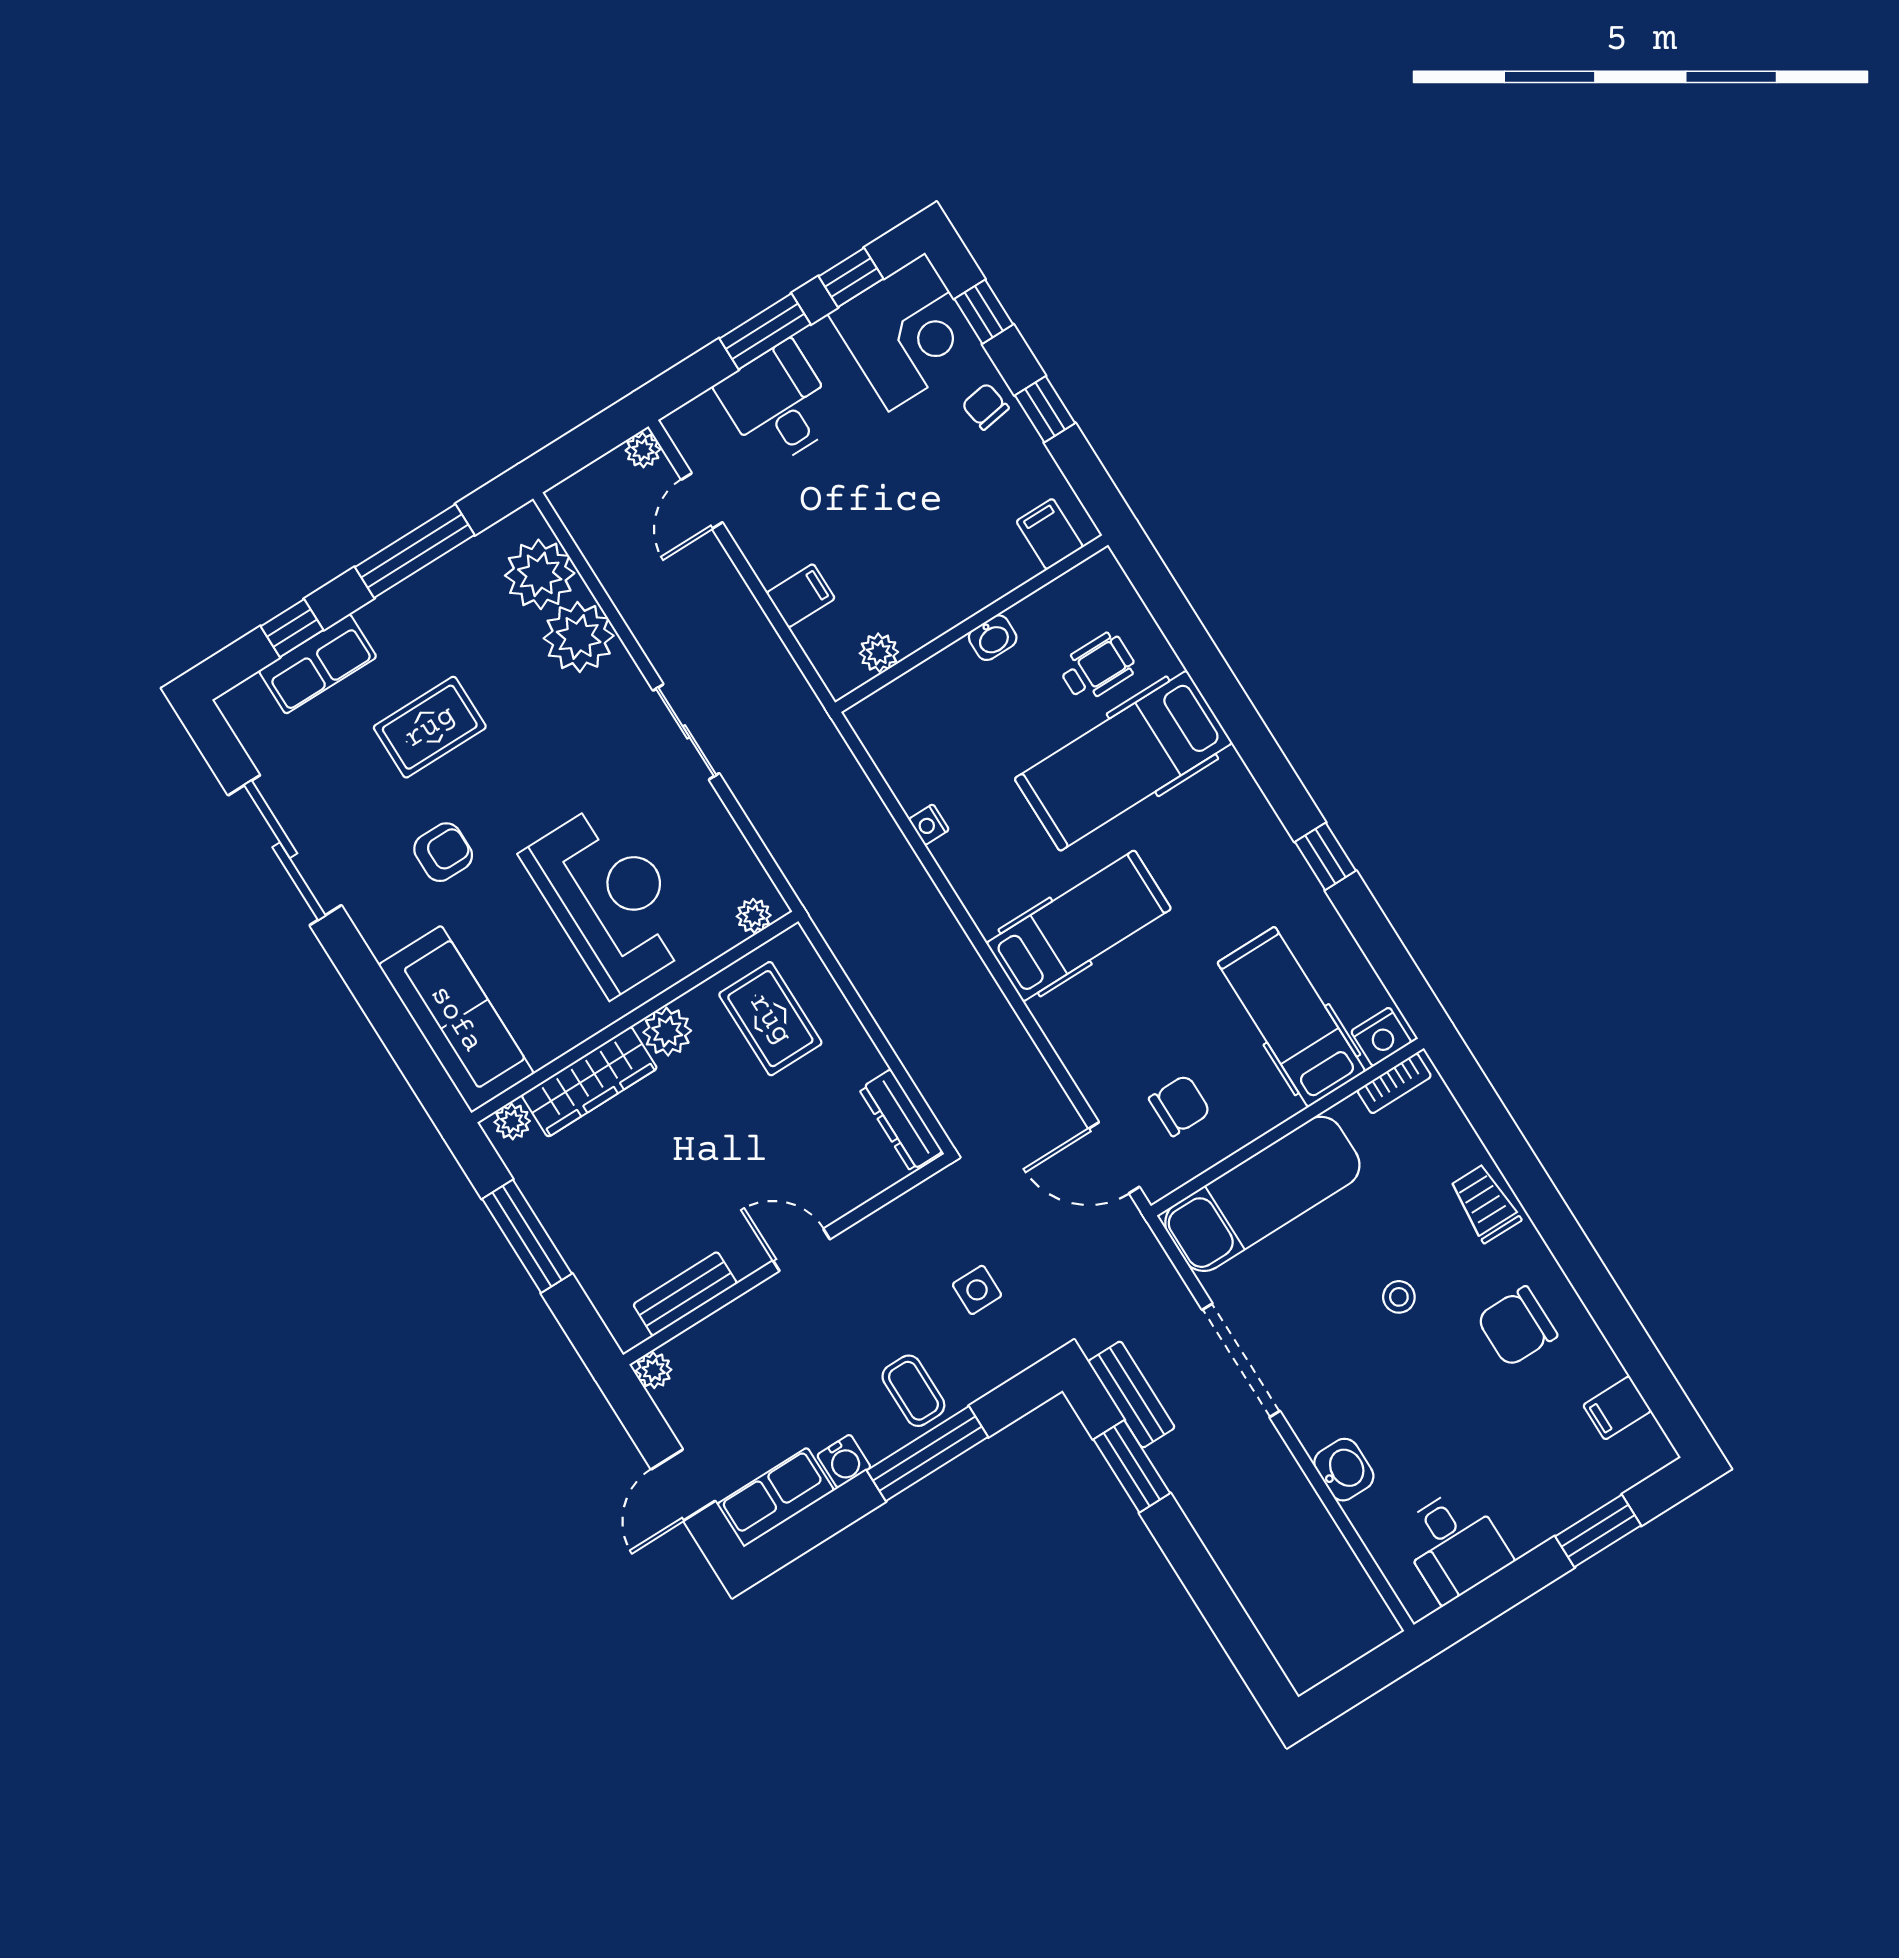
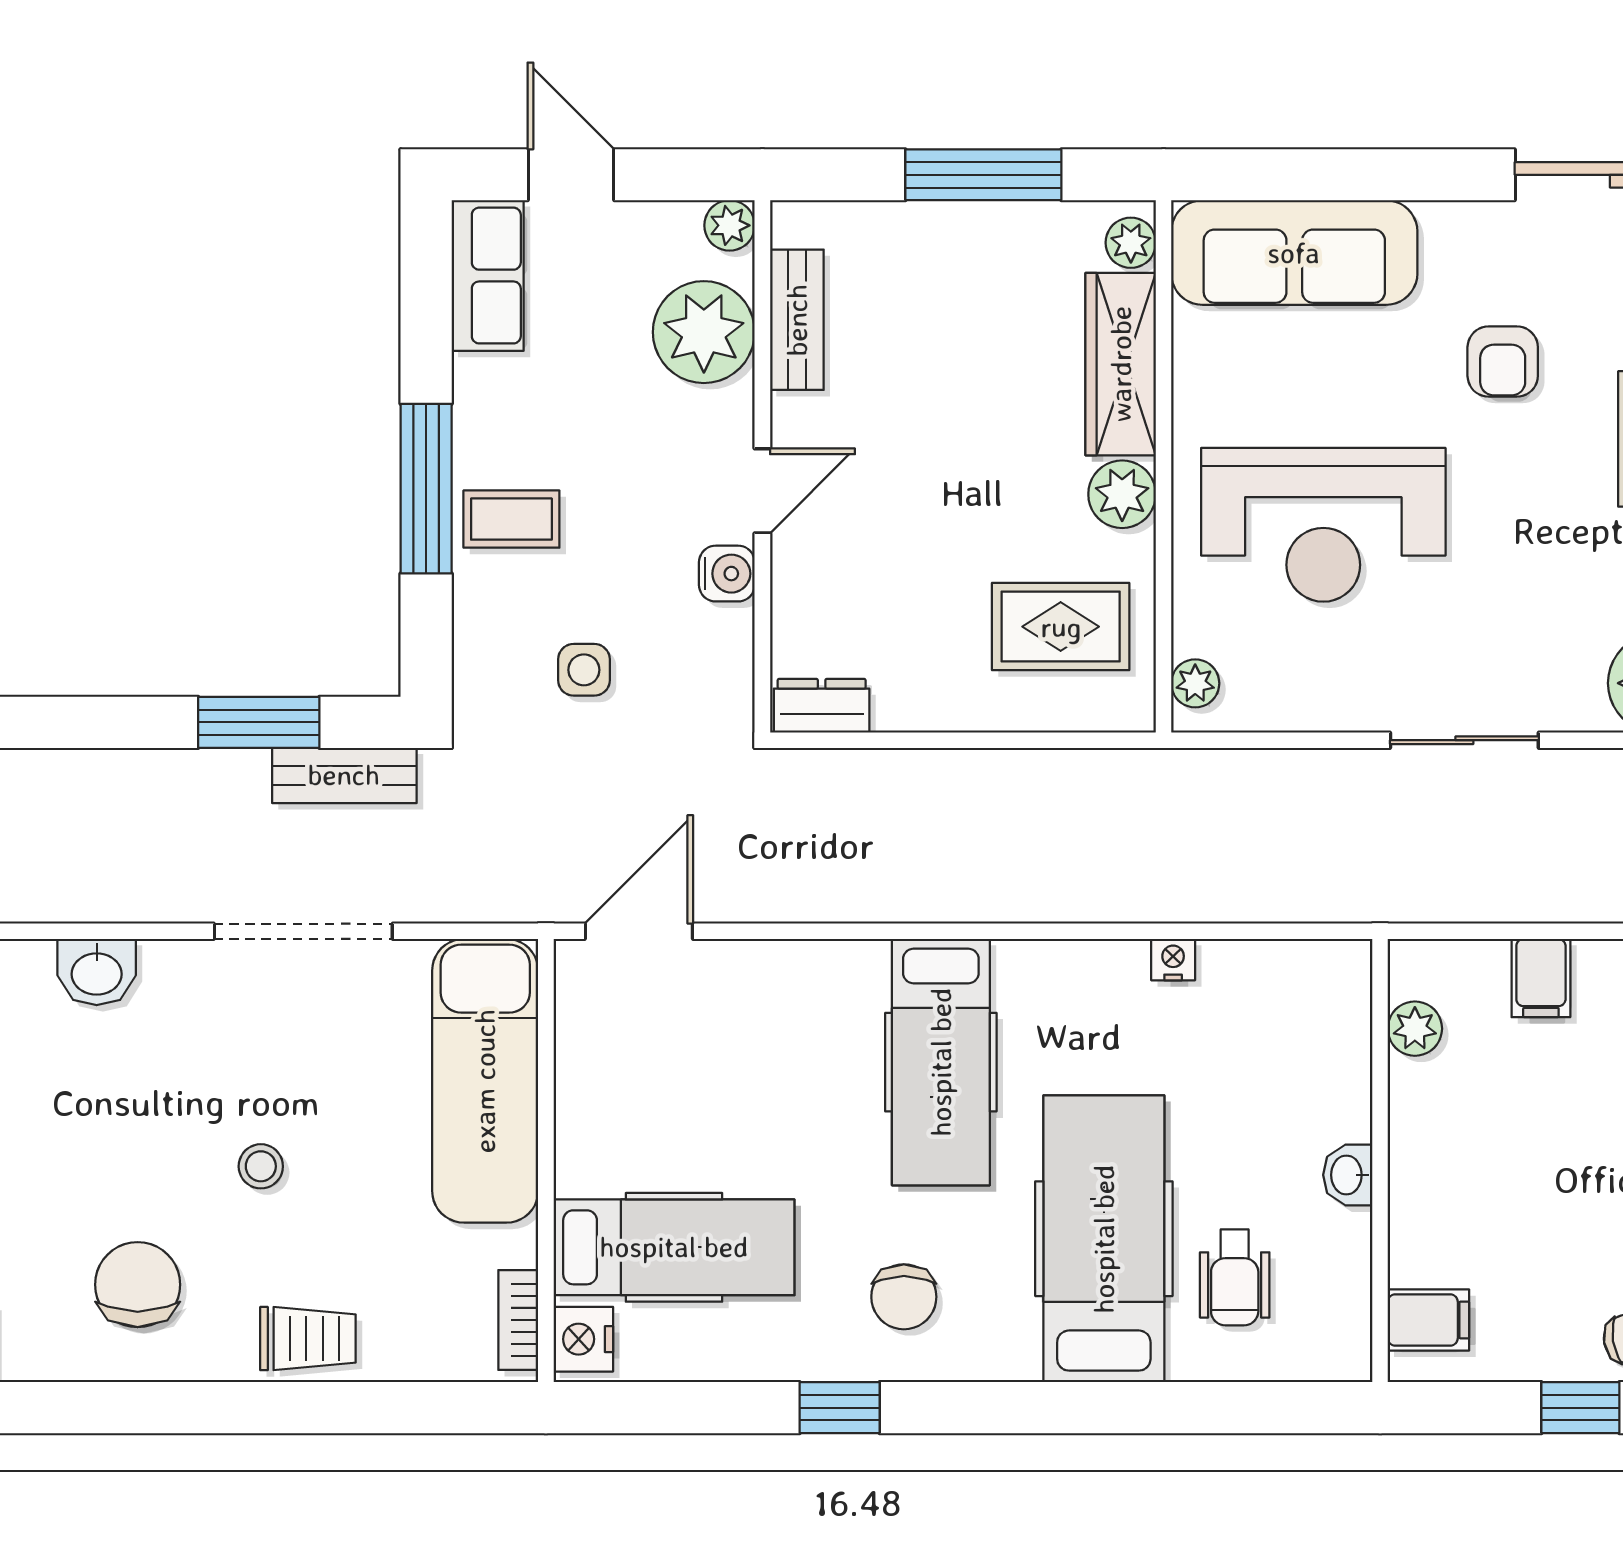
chair: (1180, 1105) -> (904, 1297), moved
dresser: (901, 1120) -> (822, 706), width x0.70
plant: (728, 1345) -> (704, 332), added
water cooler: (844, 1461) -> (727, 574), moved, turned 180

